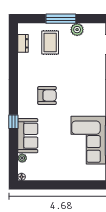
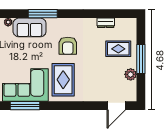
dresser: (23, 43) -> (106, 23), moved
rug: (83, 100) -> (63, 80), added
window: (13, 122) -> (43, 14), width x2.17

